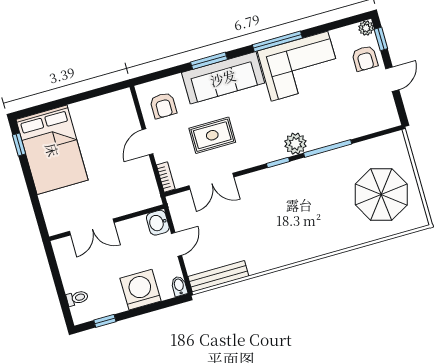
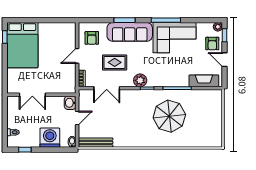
door: (392, 79) -> (224, 60), swing flipped
fireplace: (368, 124) -> (204, 81), added
plant: (295, 144) -> (140, 80), moved
parasol: (381, 194) -> (169, 116), moved

